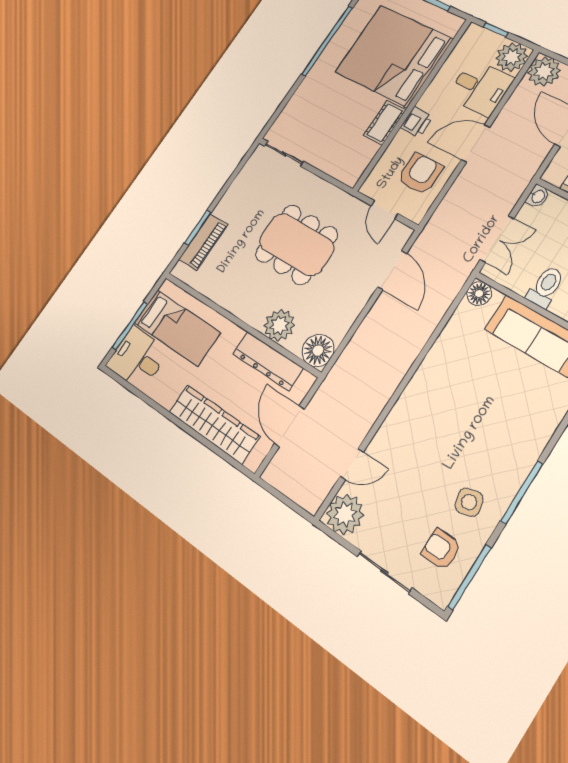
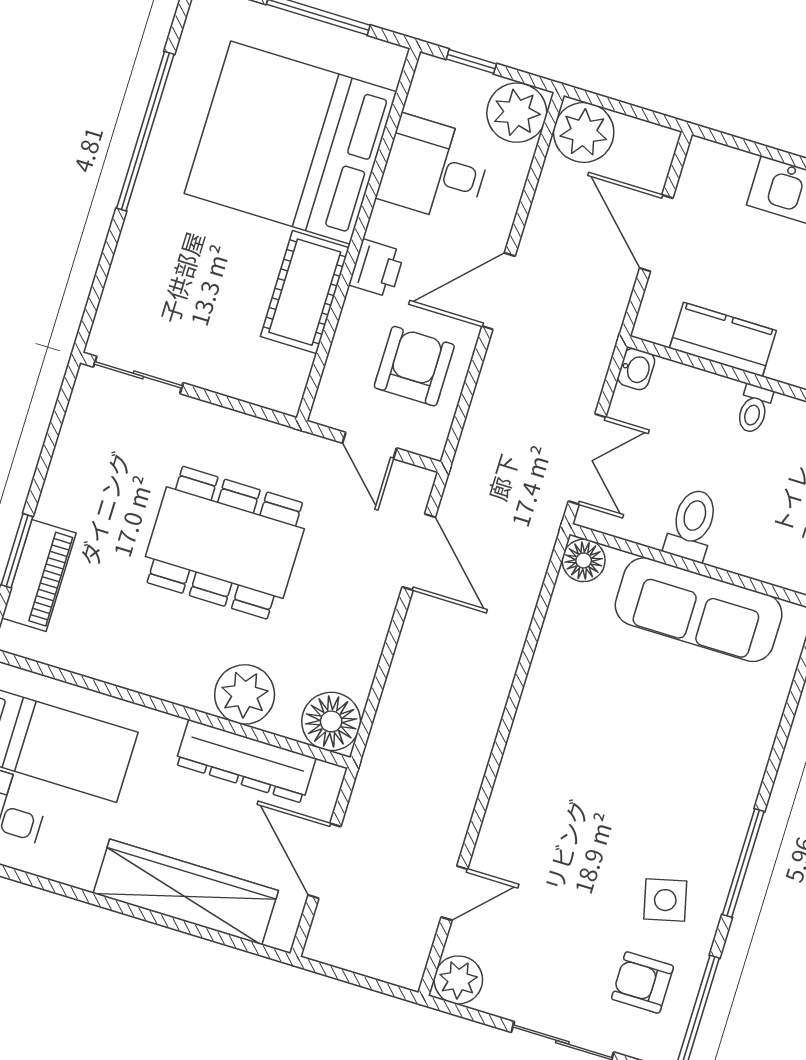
desk: (480, 88) -> (435, 169), moved, turned 180
cot: (385, 123) -> (305, 292), width x1.37, depth x1.34
plant: (345, 514) -> (458, 980), width x0.73, depth x0.73

